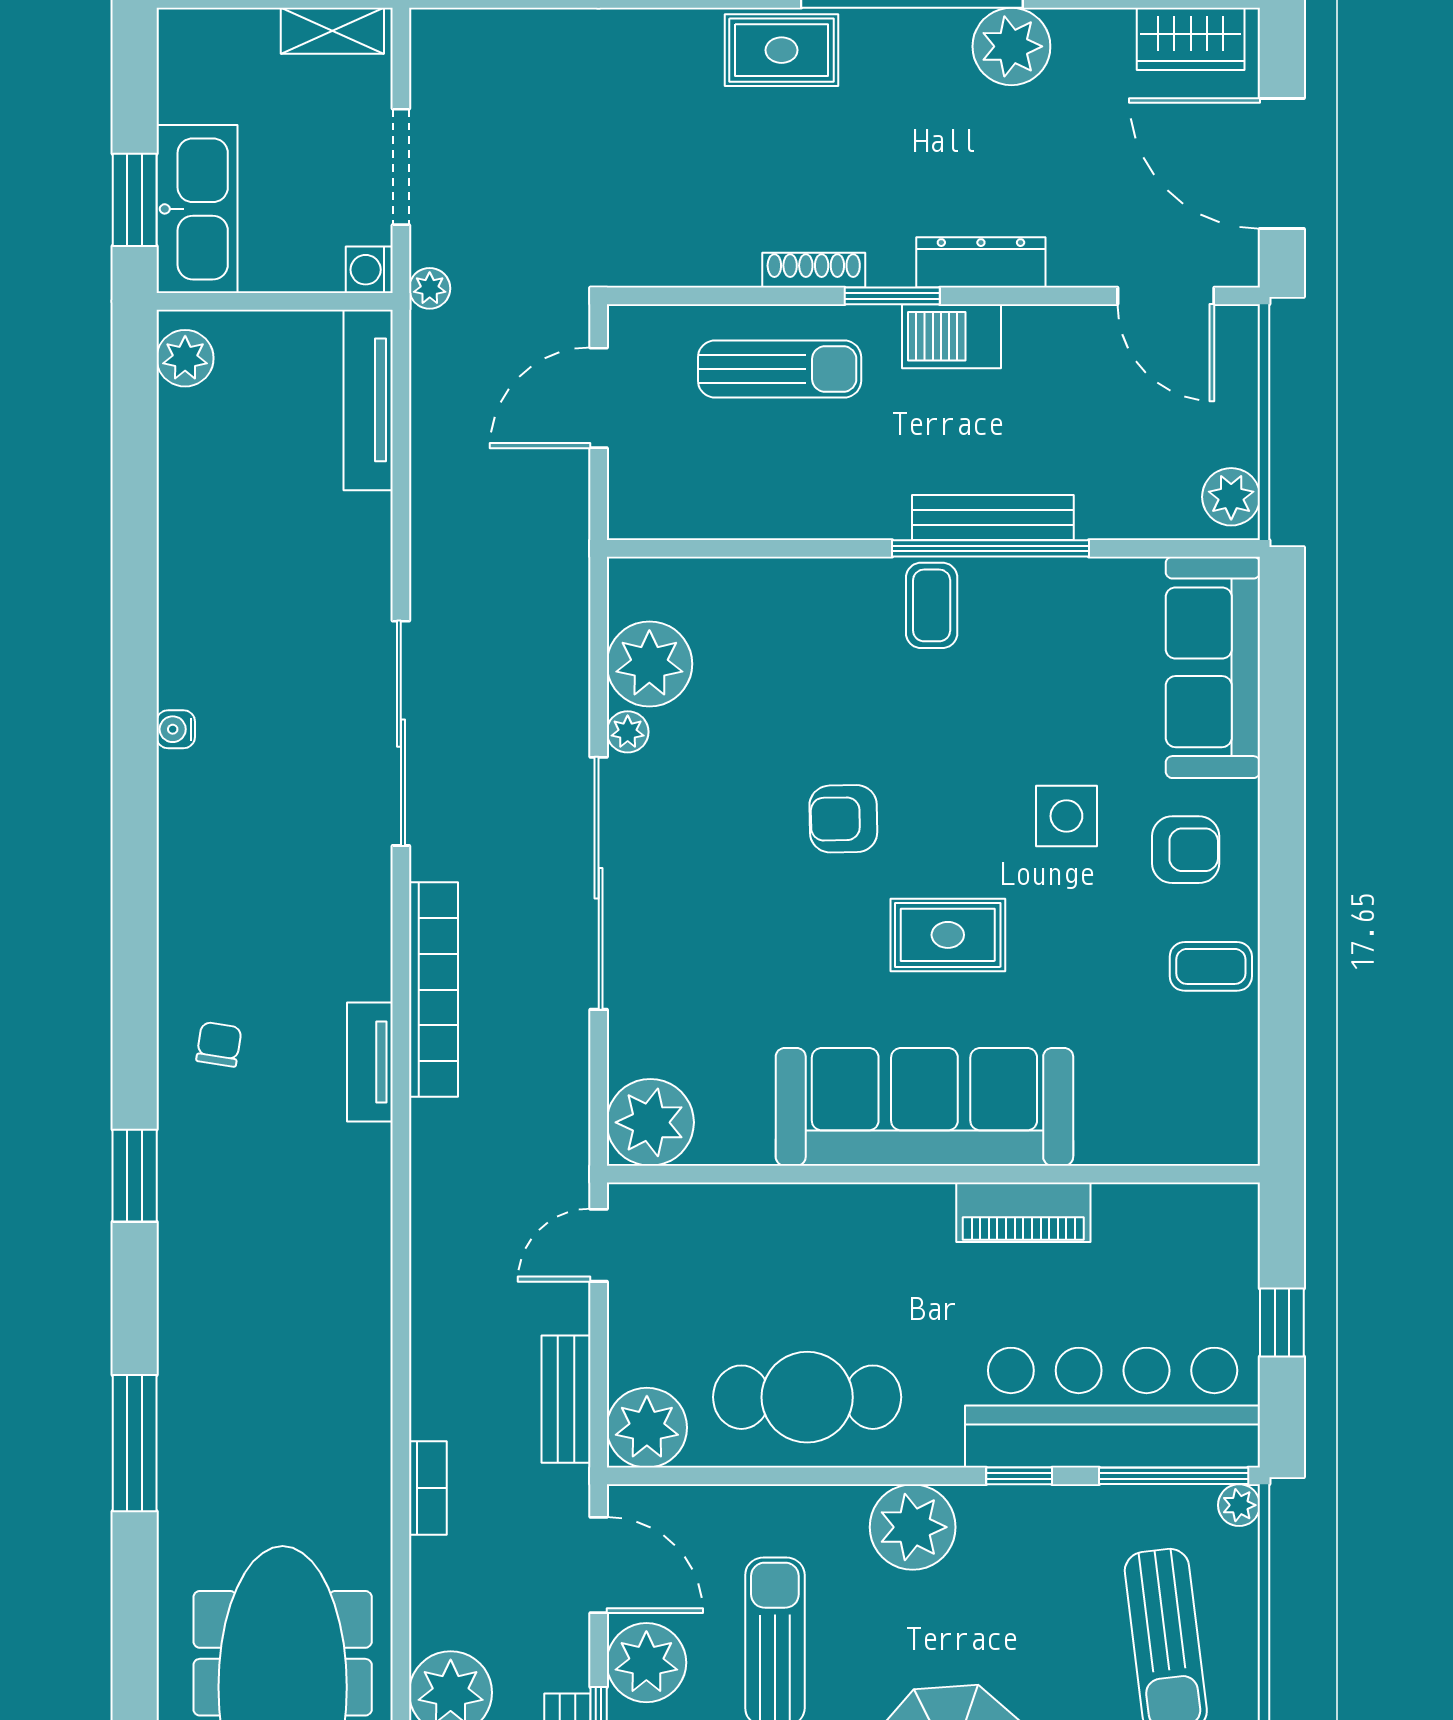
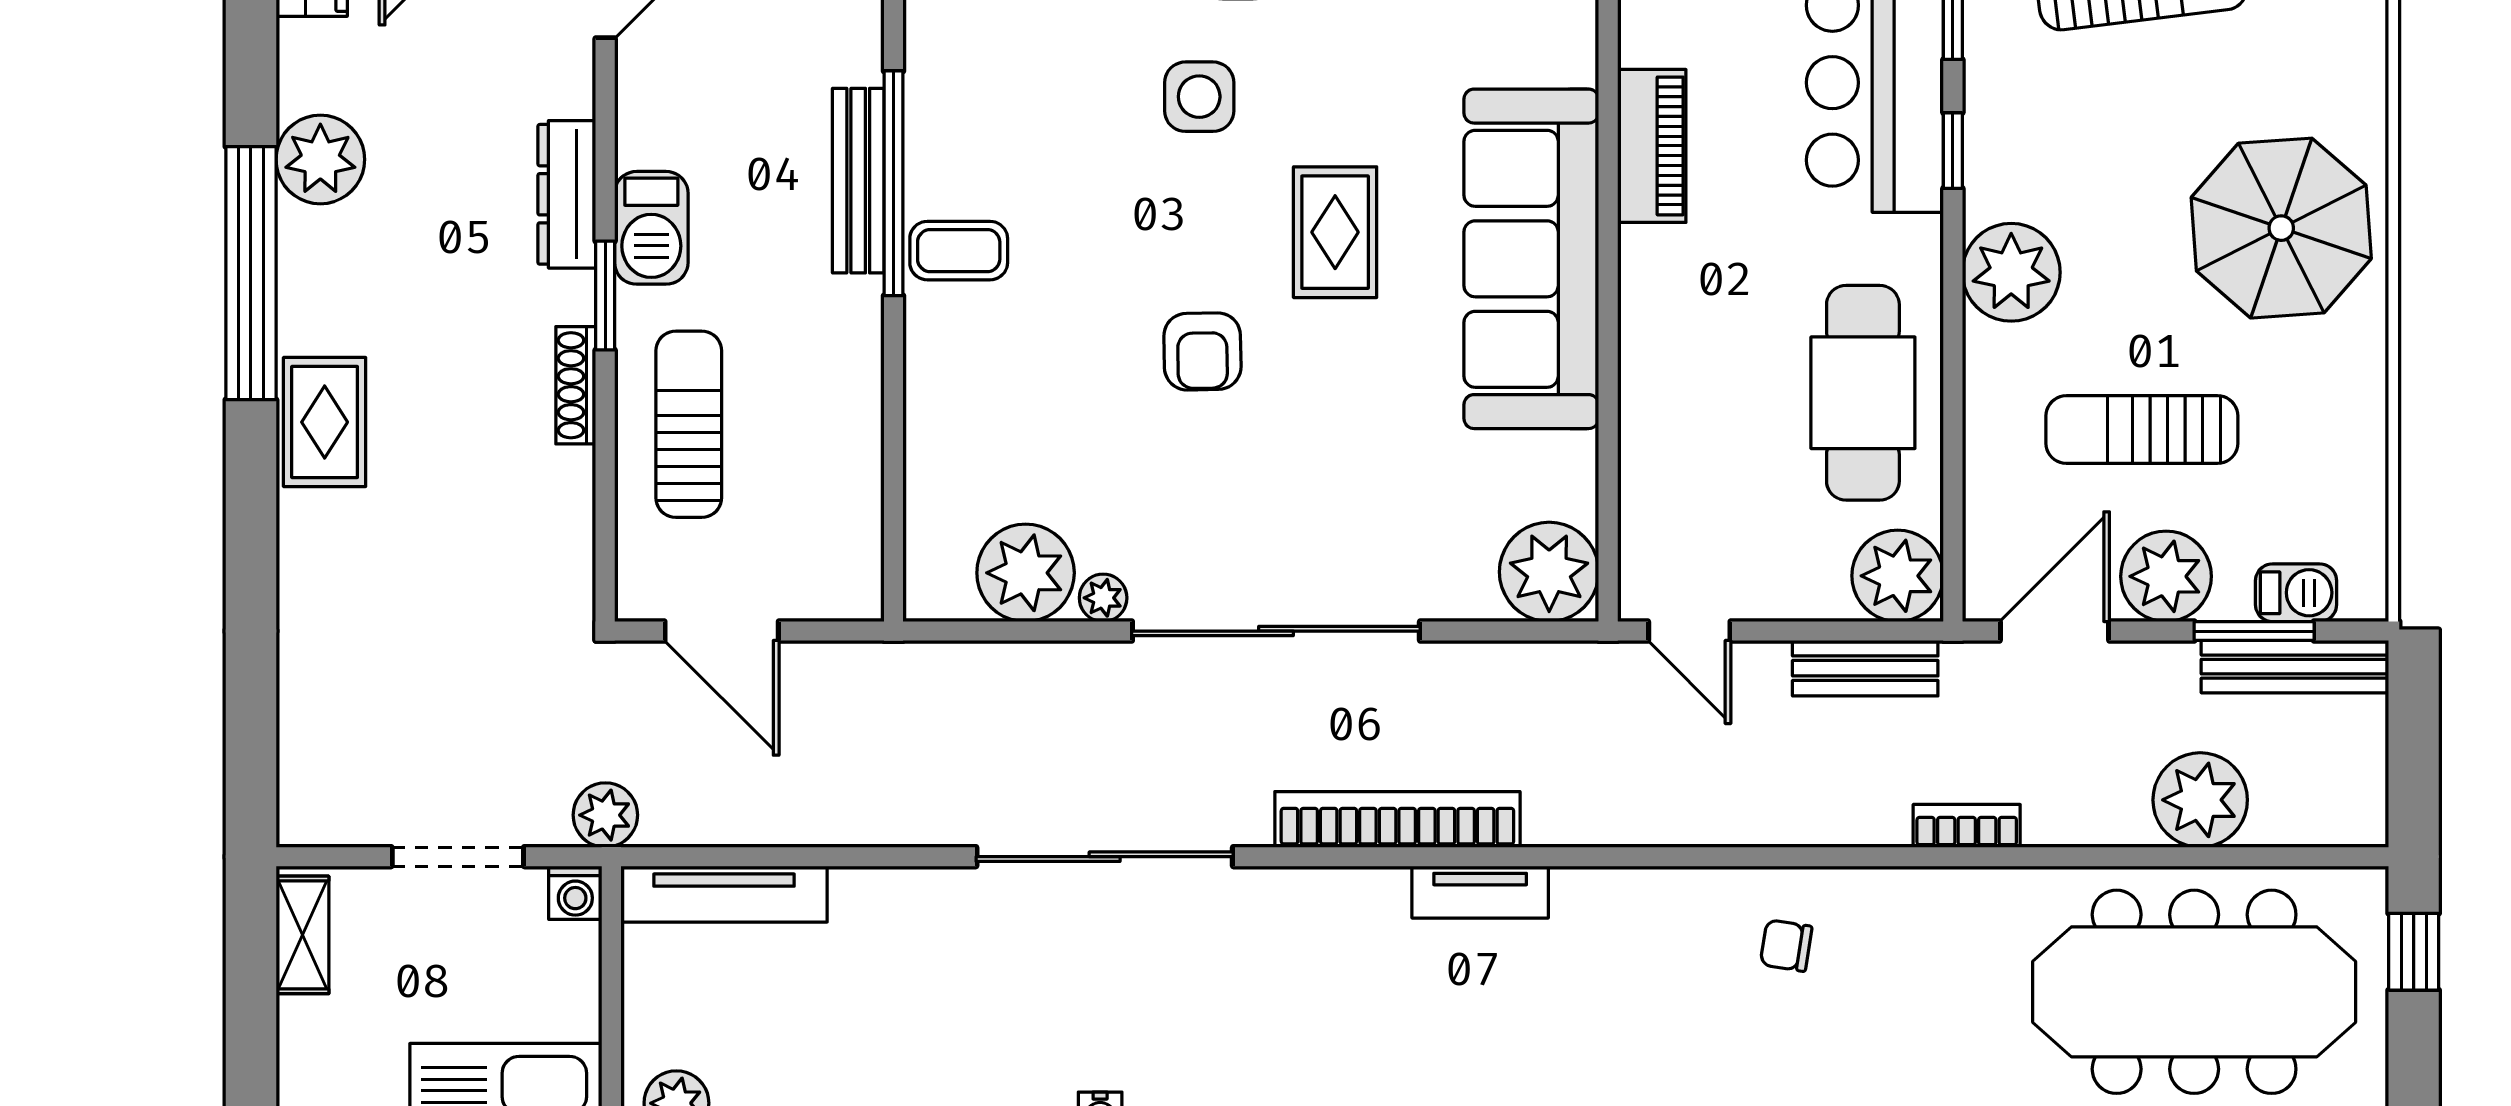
plant: (430, 288) -> (605, 815), width x1.38, depth x1.38
chair: (219, 1044) -> (1786, 946), moved

